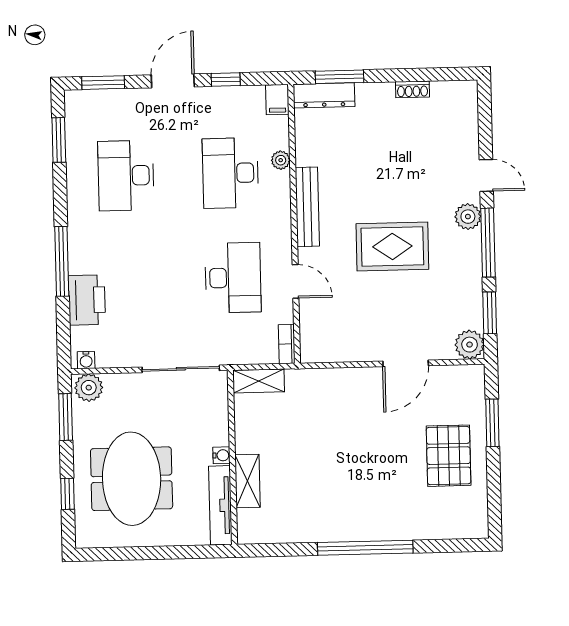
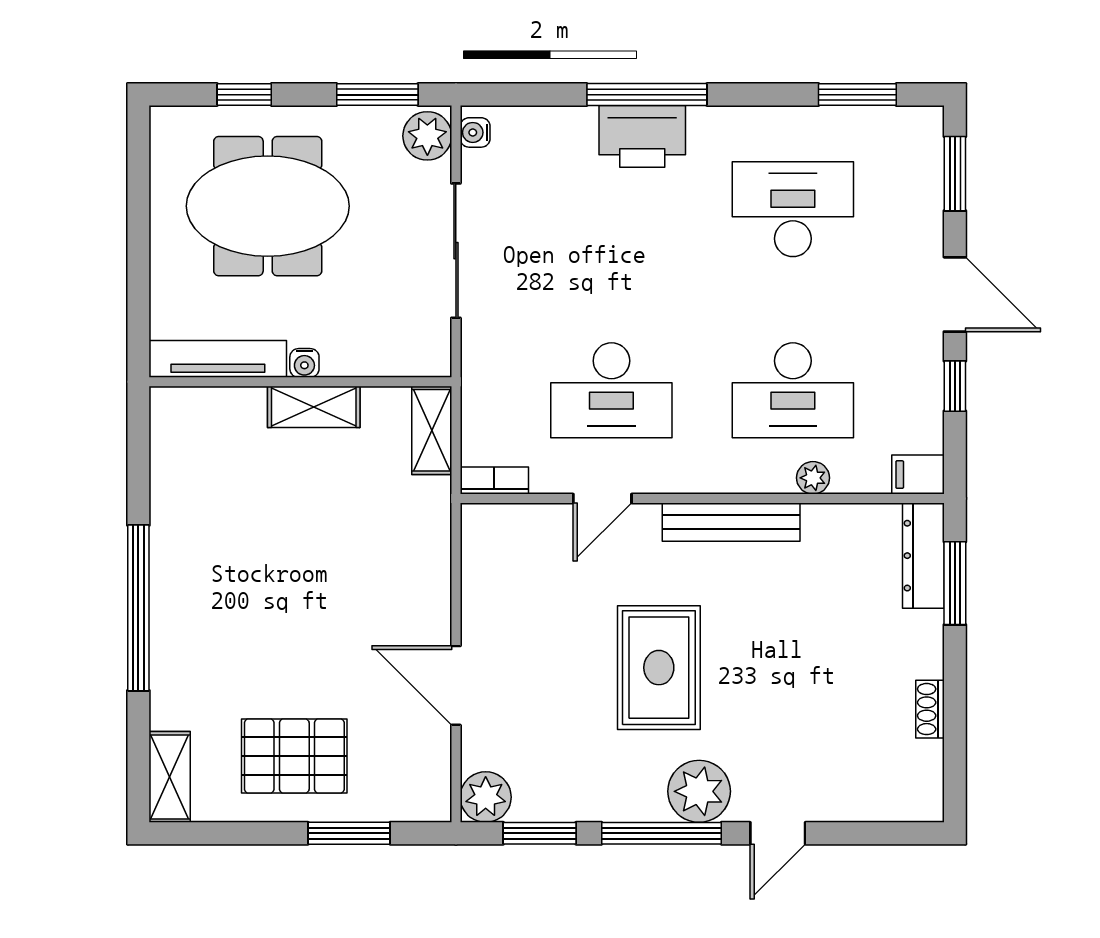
desk: (230, 173) -> (793, 390), turned 180
plant: (468, 217) -> (699, 791), width x1.36, depth x1.36
printer: (87, 300) -> (642, 136), moved
sliding door: (181, 369) -> (456, 251), moved
shelving: (248, 481) -> (314, 407), moved
shelving: (462, 527) -> (170, 777), added

